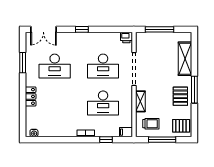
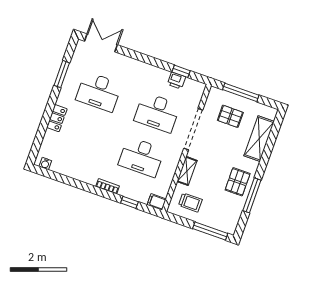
double door: (43, 29) -> (101, 43), swing flipped
window: (82, 29) -> (181, 71), moved
printer: (126, 38) -> (176, 81), moved
window: (194, 90) -> (252, 195), moved
pallet: (181, 126) -> (230, 116), moved
window: (162, 140) -> (210, 231), moved

